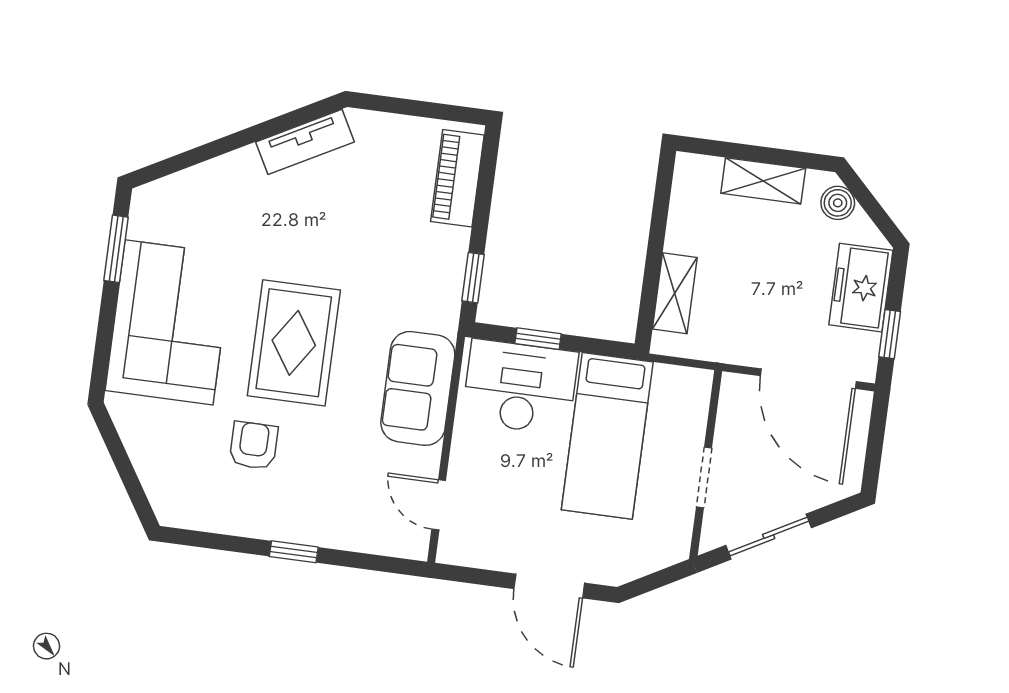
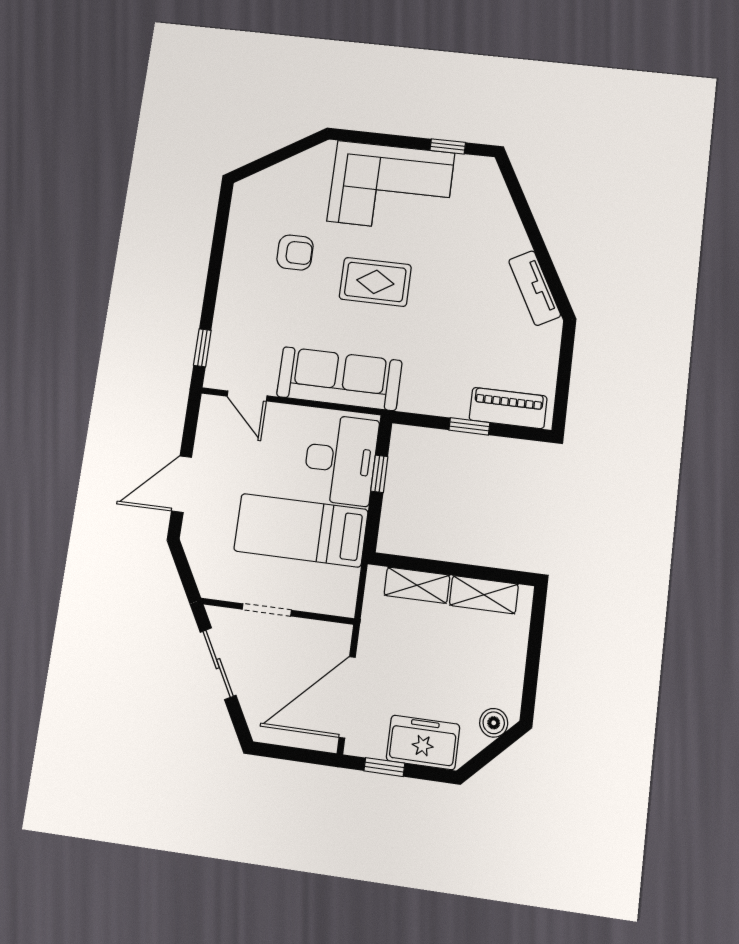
shelving: (763, 181) -> (484, 595), moved, turned 90
window: (116, 249) -> (448, 146), width x0.67
window: (473, 278) -> (469, 426), moved
rug: (294, 343) -> (375, 282), width x0.73, depth x0.70
sofa: (418, 388) -> (339, 379), width x1.36
door: (439, 505) -> (247, 396), swing flipped
window: (294, 552) -> (202, 348), moved

